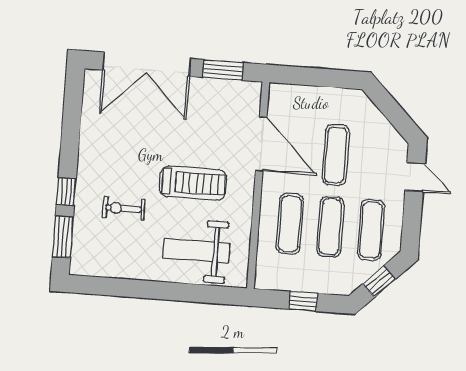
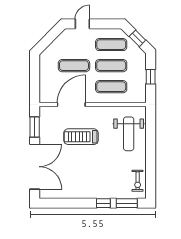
treadmill: (193, 183) -> (81, 137), moved, turned -90
exercise bike: (124, 208) -> (138, 181), moved

